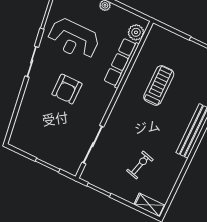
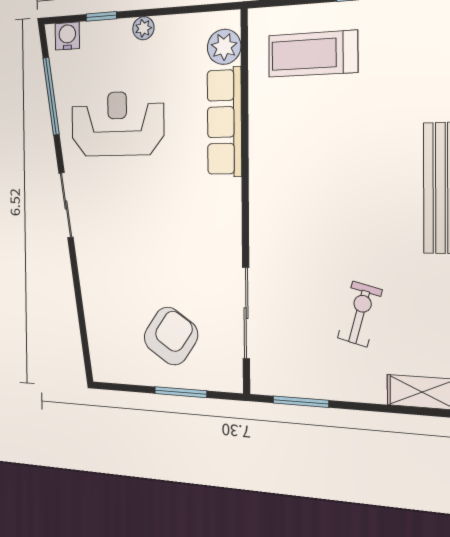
reception desk: (73, 39) -> (117, 124), turned 180
treadmill: (159, 85) -> (313, 54), moved, turned -90
armchair: (67, 89) -> (171, 336), moved, turned -146

